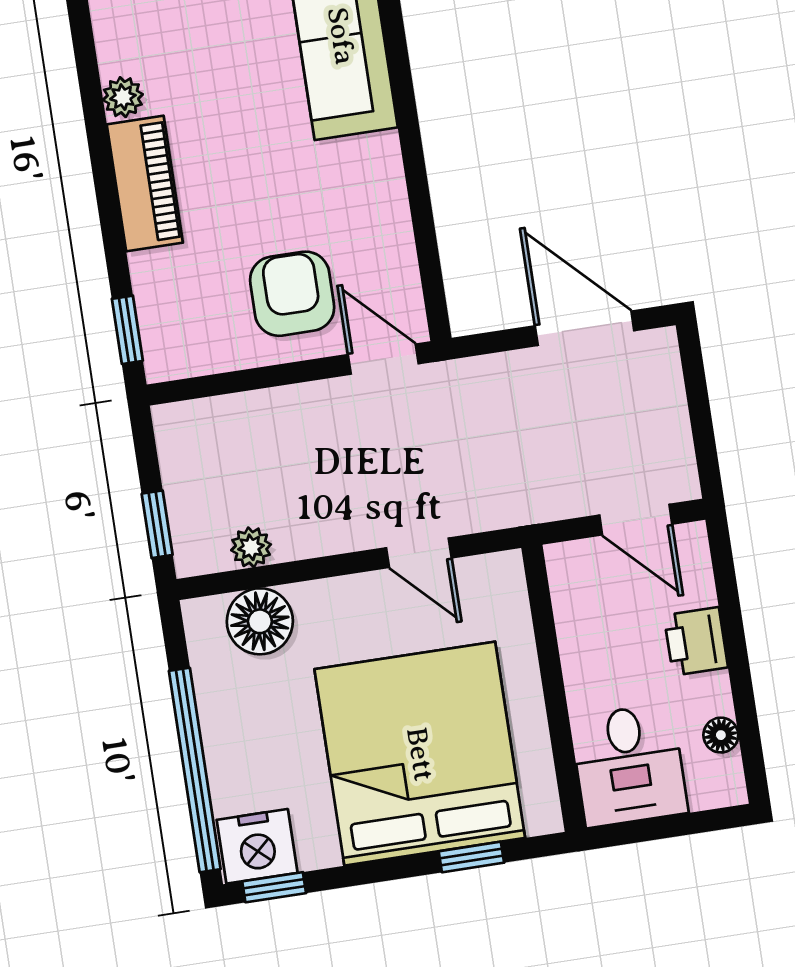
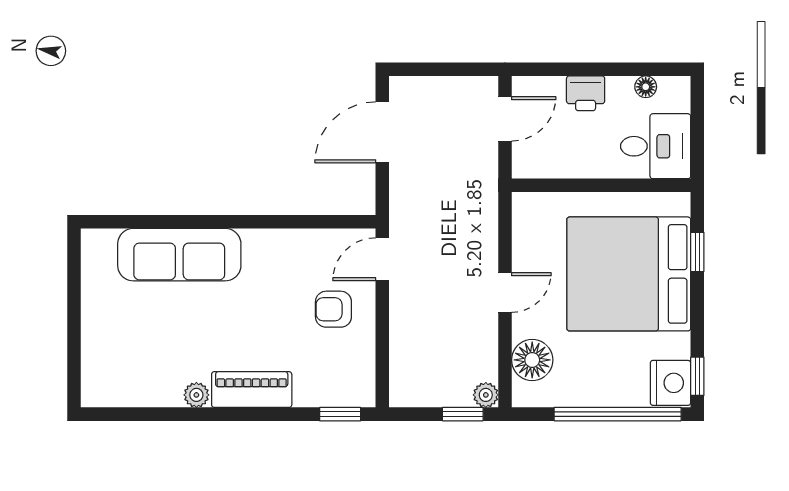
armchair: (292, 294) -> (333, 309), width x0.72, depth x0.72
plant: (251, 547) -> (486, 395), moved
door: (419, 553) -> (505, 292), moved

